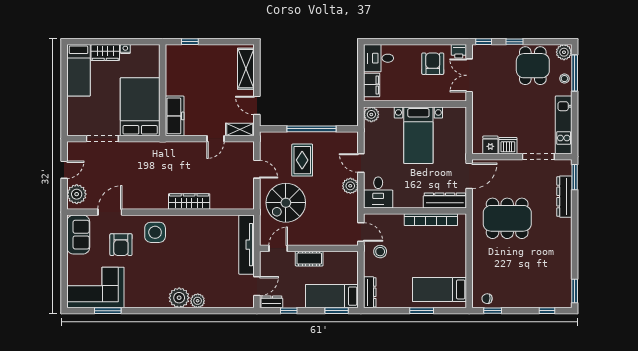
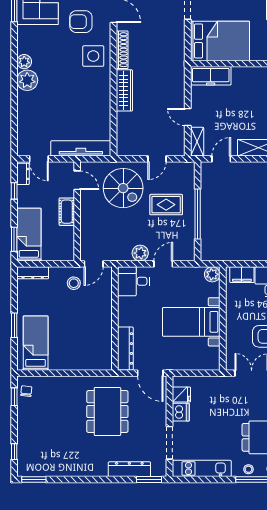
spiral stairs: (286, 203) -> (123, 188), turned 180
shoe rack: (149, 204) -> (122, 50), added
bookcase: (431, 220) -> (106, 334), removed
plant: (198, 301) -> (24, 62), moved

